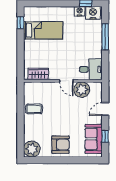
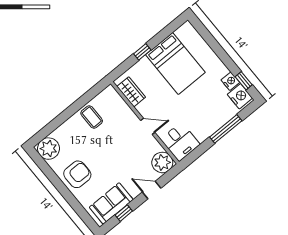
window: (20, 23) -> (142, 52), moved
bed: (43, 30) -> (175, 64), width x1.50
door: (66, 81) -> (148, 126), swing flipped
plant: (82, 90) -> (162, 162), moved
armchair: (60, 145) -> (77, 174), turned -90

